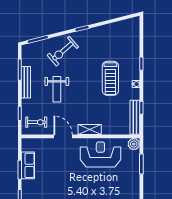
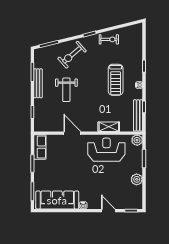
exercise bike: (36, 122) -> (109, 39), moved
shelving: (90, 129) -> (109, 127), moved
row of seats: (28, 165) -> (40, 147), moved
plant: (133, 187) -> (137, 179), added

